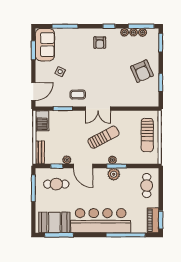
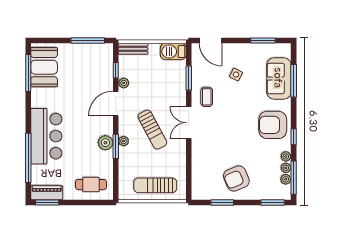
armchair: (100, 43) -> (273, 125), width x1.88, depth x1.88
sofa: (45, 45) -> (279, 78), moved, turned 90
cafe table: (56, 184) -> (93, 70), removed
bar counter: (101, 221) -> (46, 136), width x0.73

